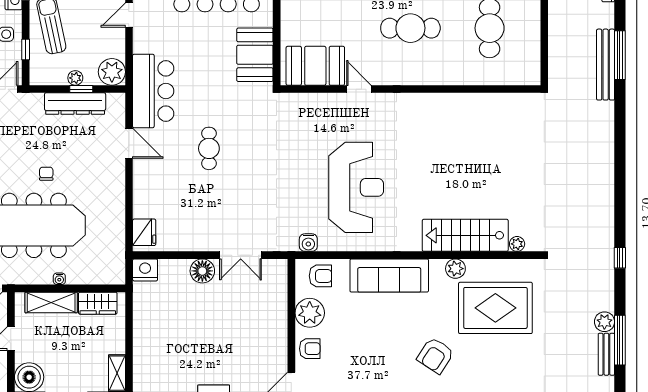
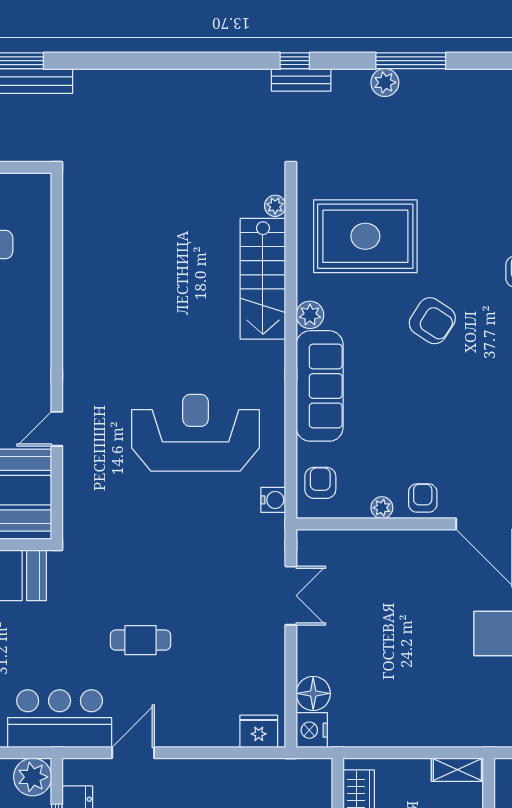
plant: (455, 269) -> (310, 315), moved
floor lamp: (202, 271) -> (313, 693), moved
rug: (495, 308) -> (365, 236), turned 90
plant: (310, 313) -> (382, 508), width x0.53, depth x0.53
bench: (606, 354) -> (301, 80), moved

